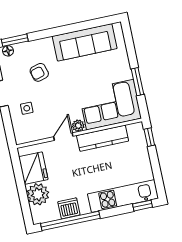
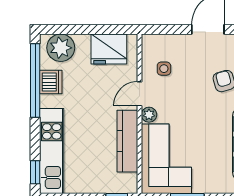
side table: (27, 108) -> (164, 69), moved
door: (63, 137) -> (140, 94), swing flipped
plant: (38, 194) -> (61, 48), moved

